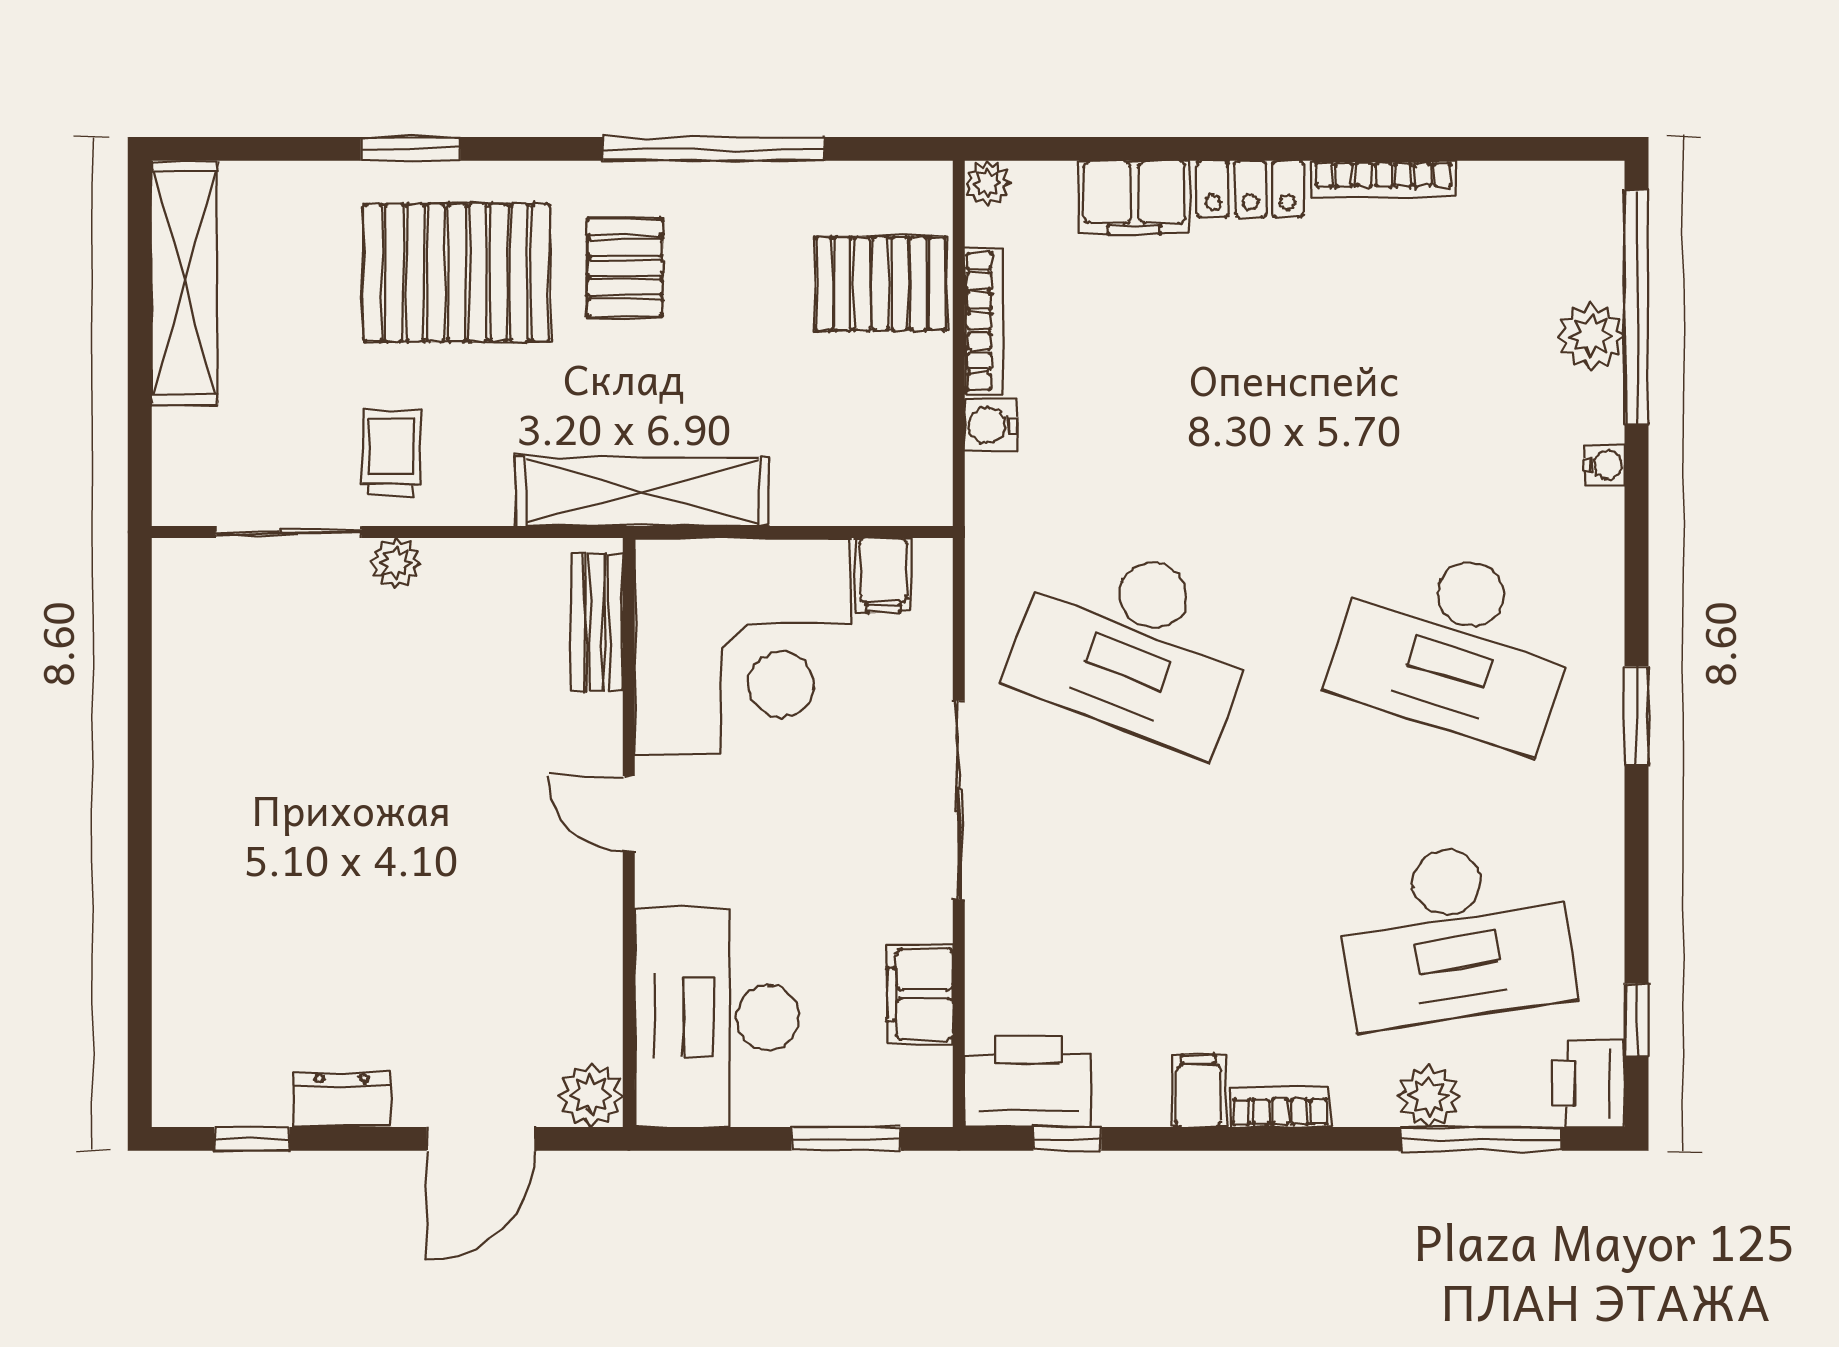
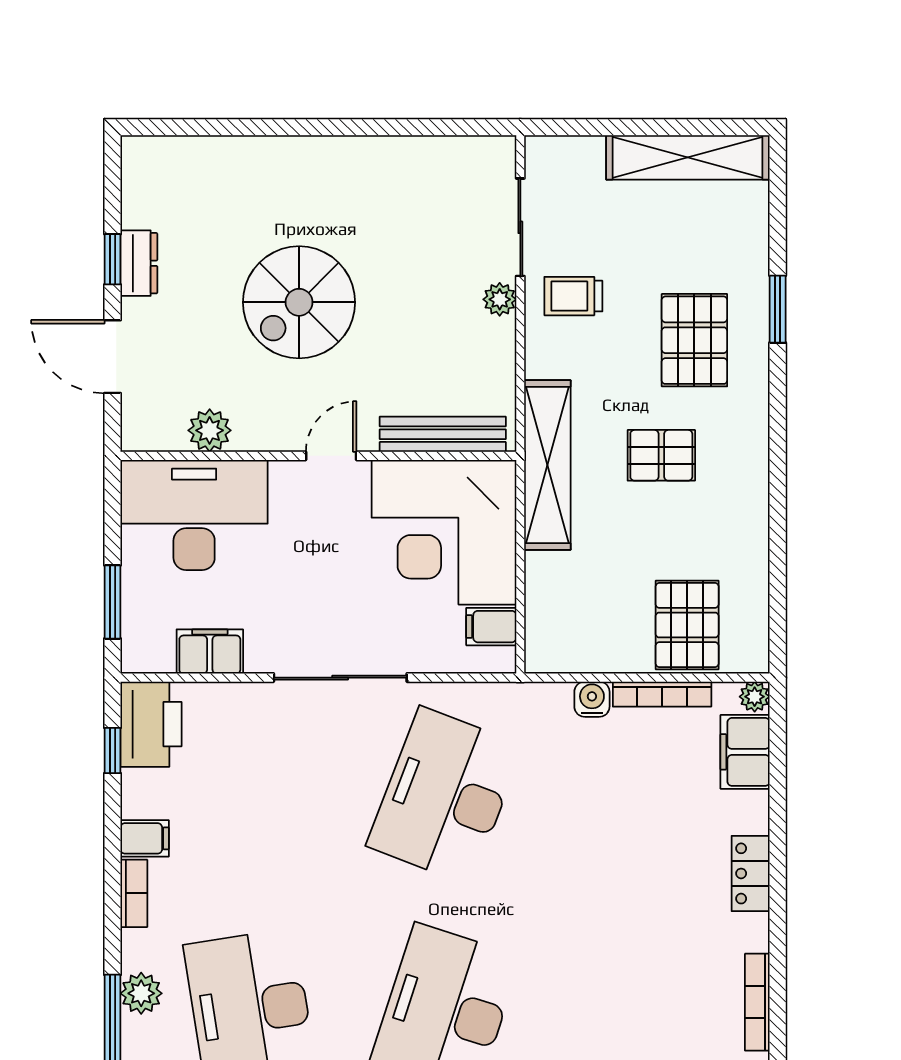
window: (714, 149) -> (778, 513), removed
bookcase: (1383, 179) -> (757, 1002), moved
filing cabinet: (1135, 197) -> (745, 752), moved
pallet: (625, 268) -> (661, 455), moved
pallet: (457, 273) -> (694, 340), width x0.73, depth x0.71
trolley: (391, 453) -> (573, 296), turned 180
bench: (597, 622) -> (443, 434), width x1.36
spiral stairs: (400, 861) -> (299, 302), added
plant: (591, 1095) -> (210, 430), moved
window: (252, 1139) -> (112, 259), moved

